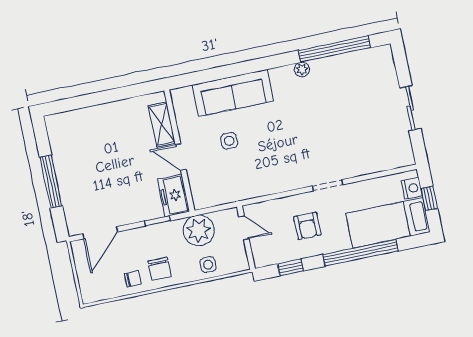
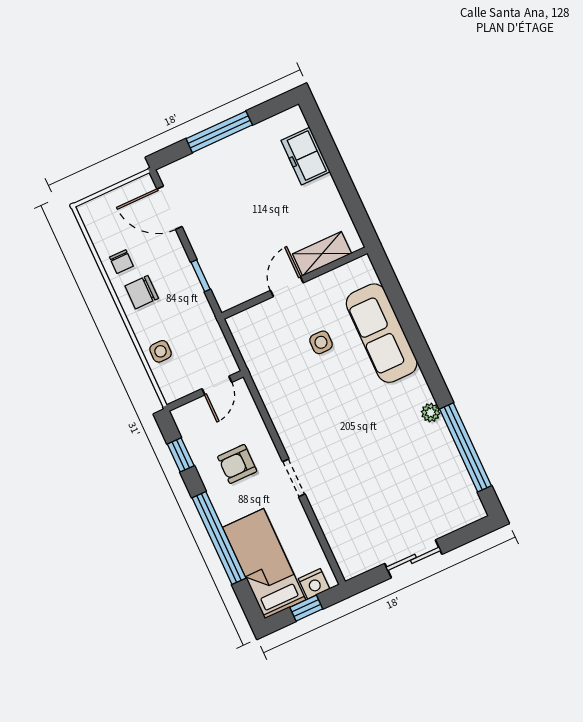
freezer: (174, 195) -> (306, 156), moved, turned -90
plant: (199, 230) -> (201, 330), removed

